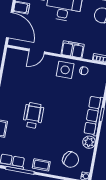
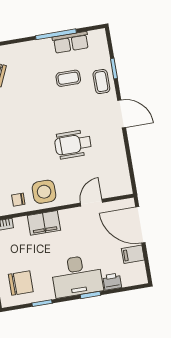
wheelchair: (33, 115) -> (73, 144), moved, turned 90
coffee table: (41, 165) -> (68, 78), moved

